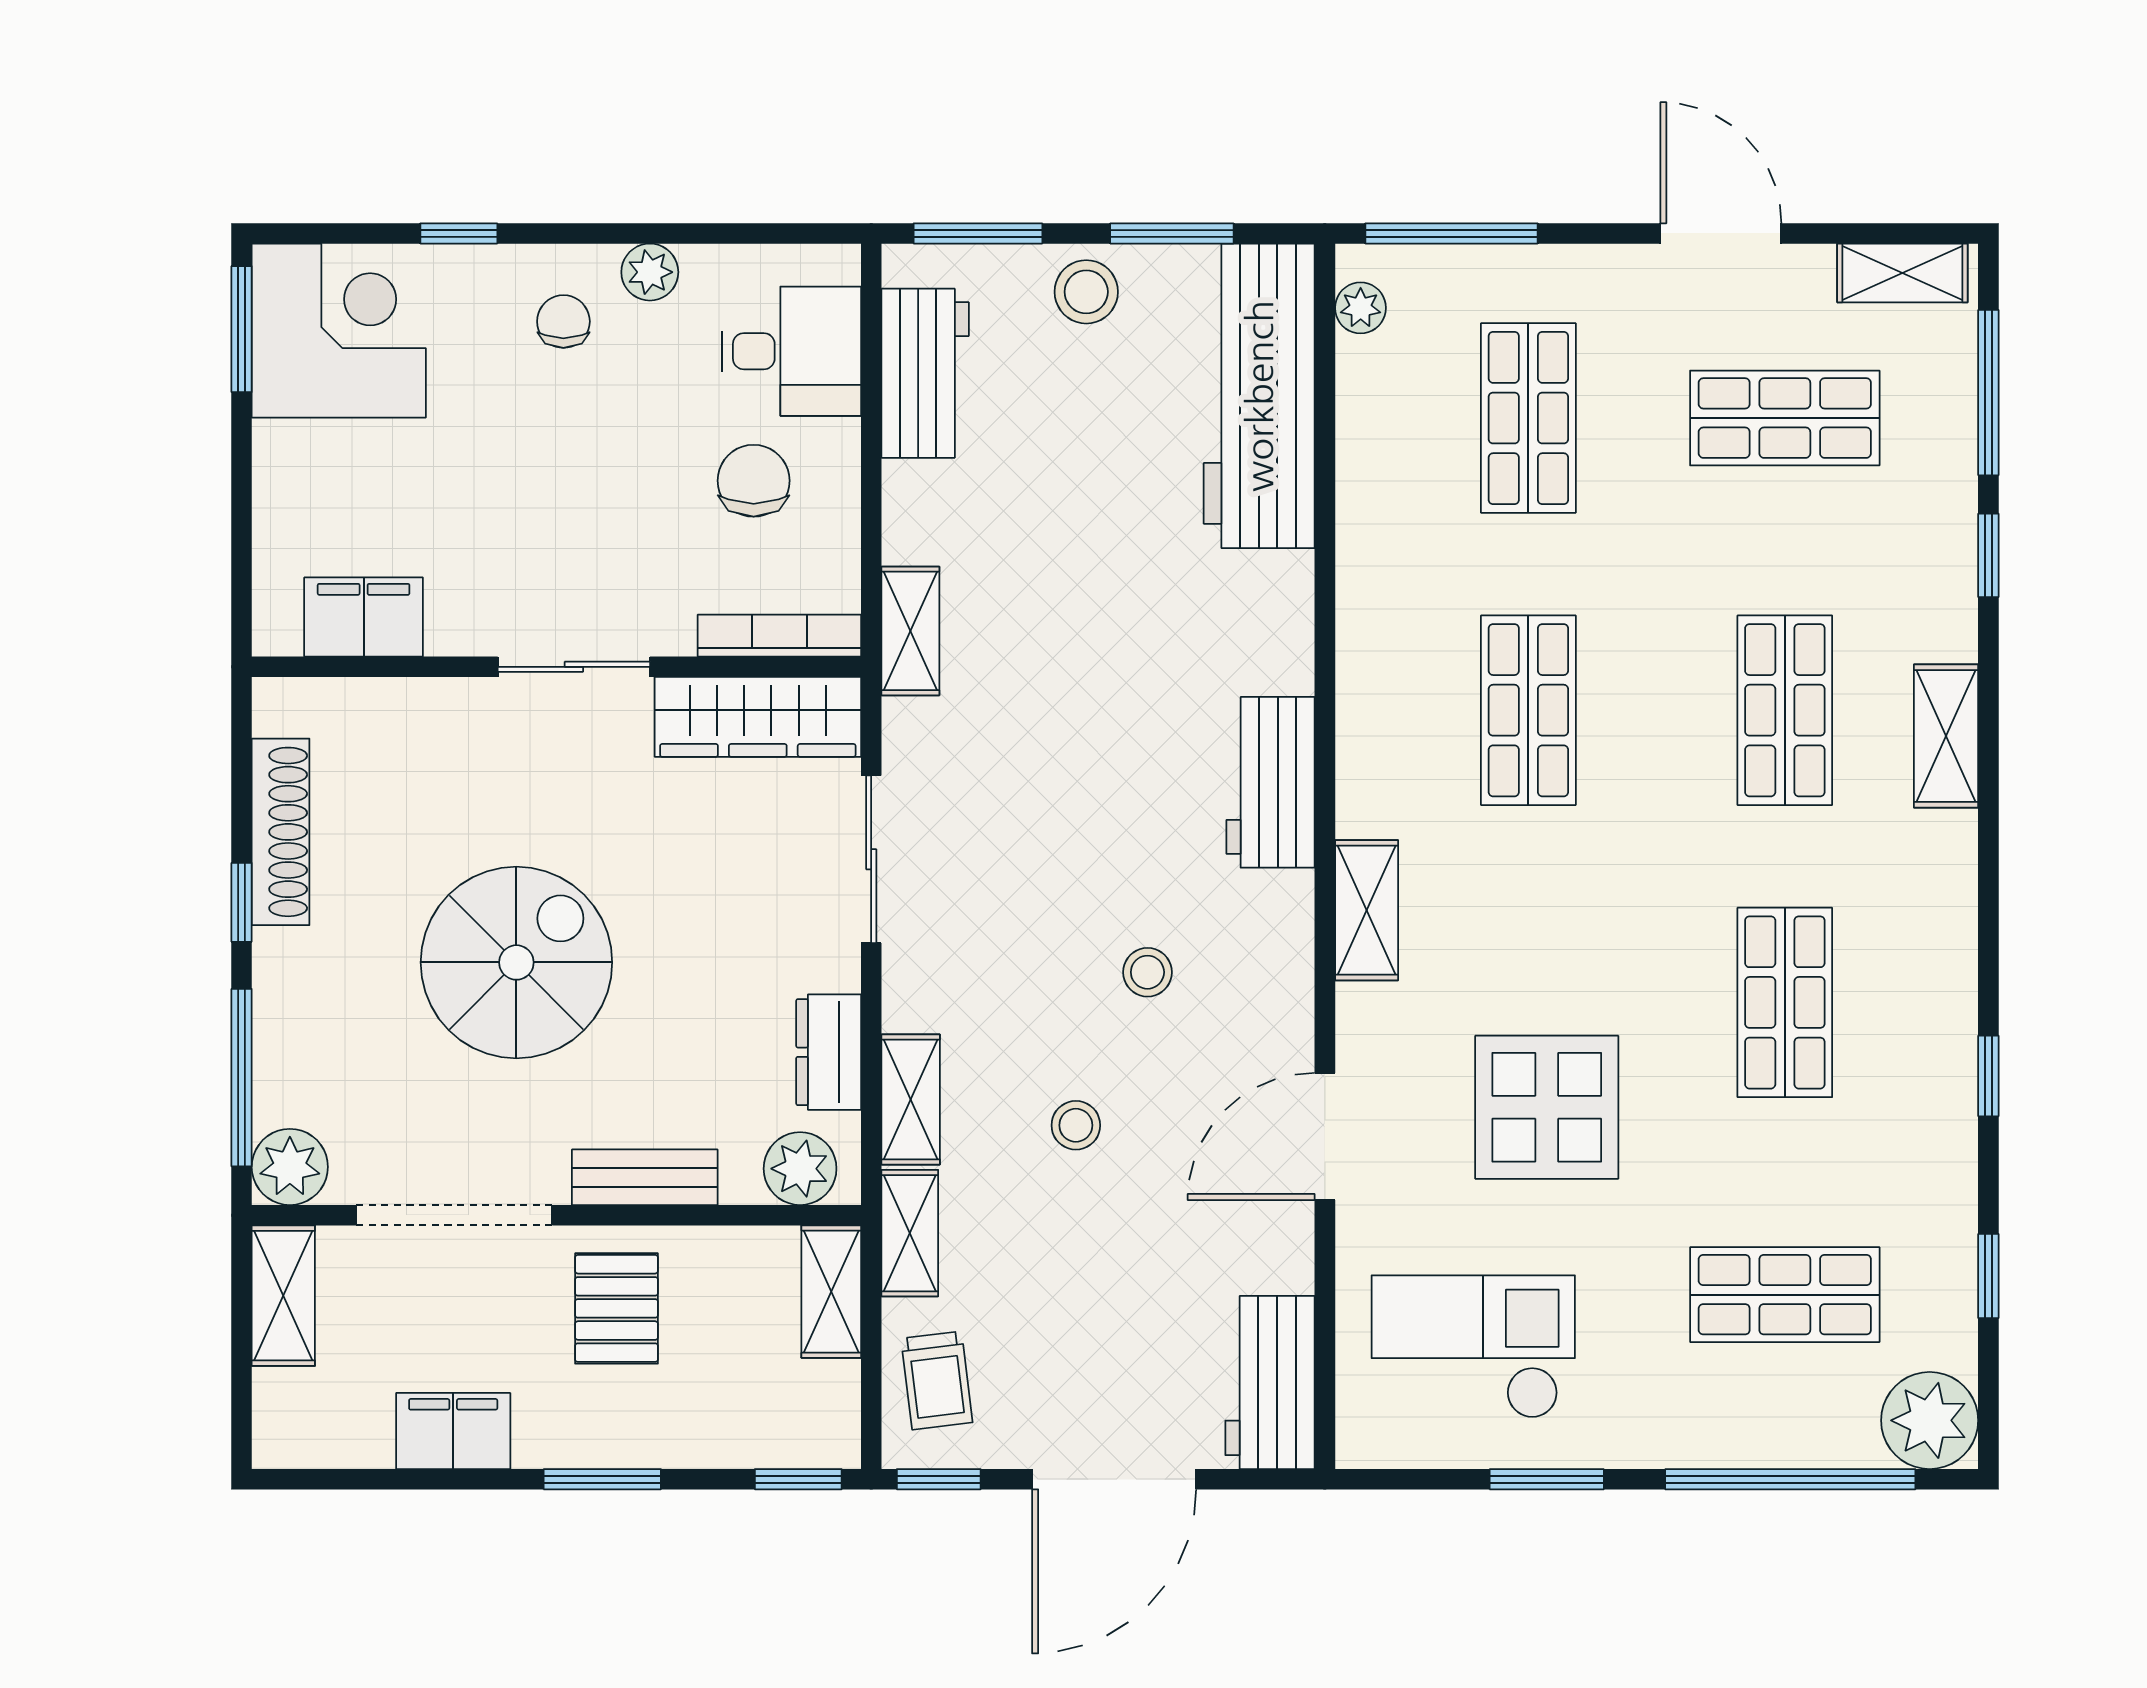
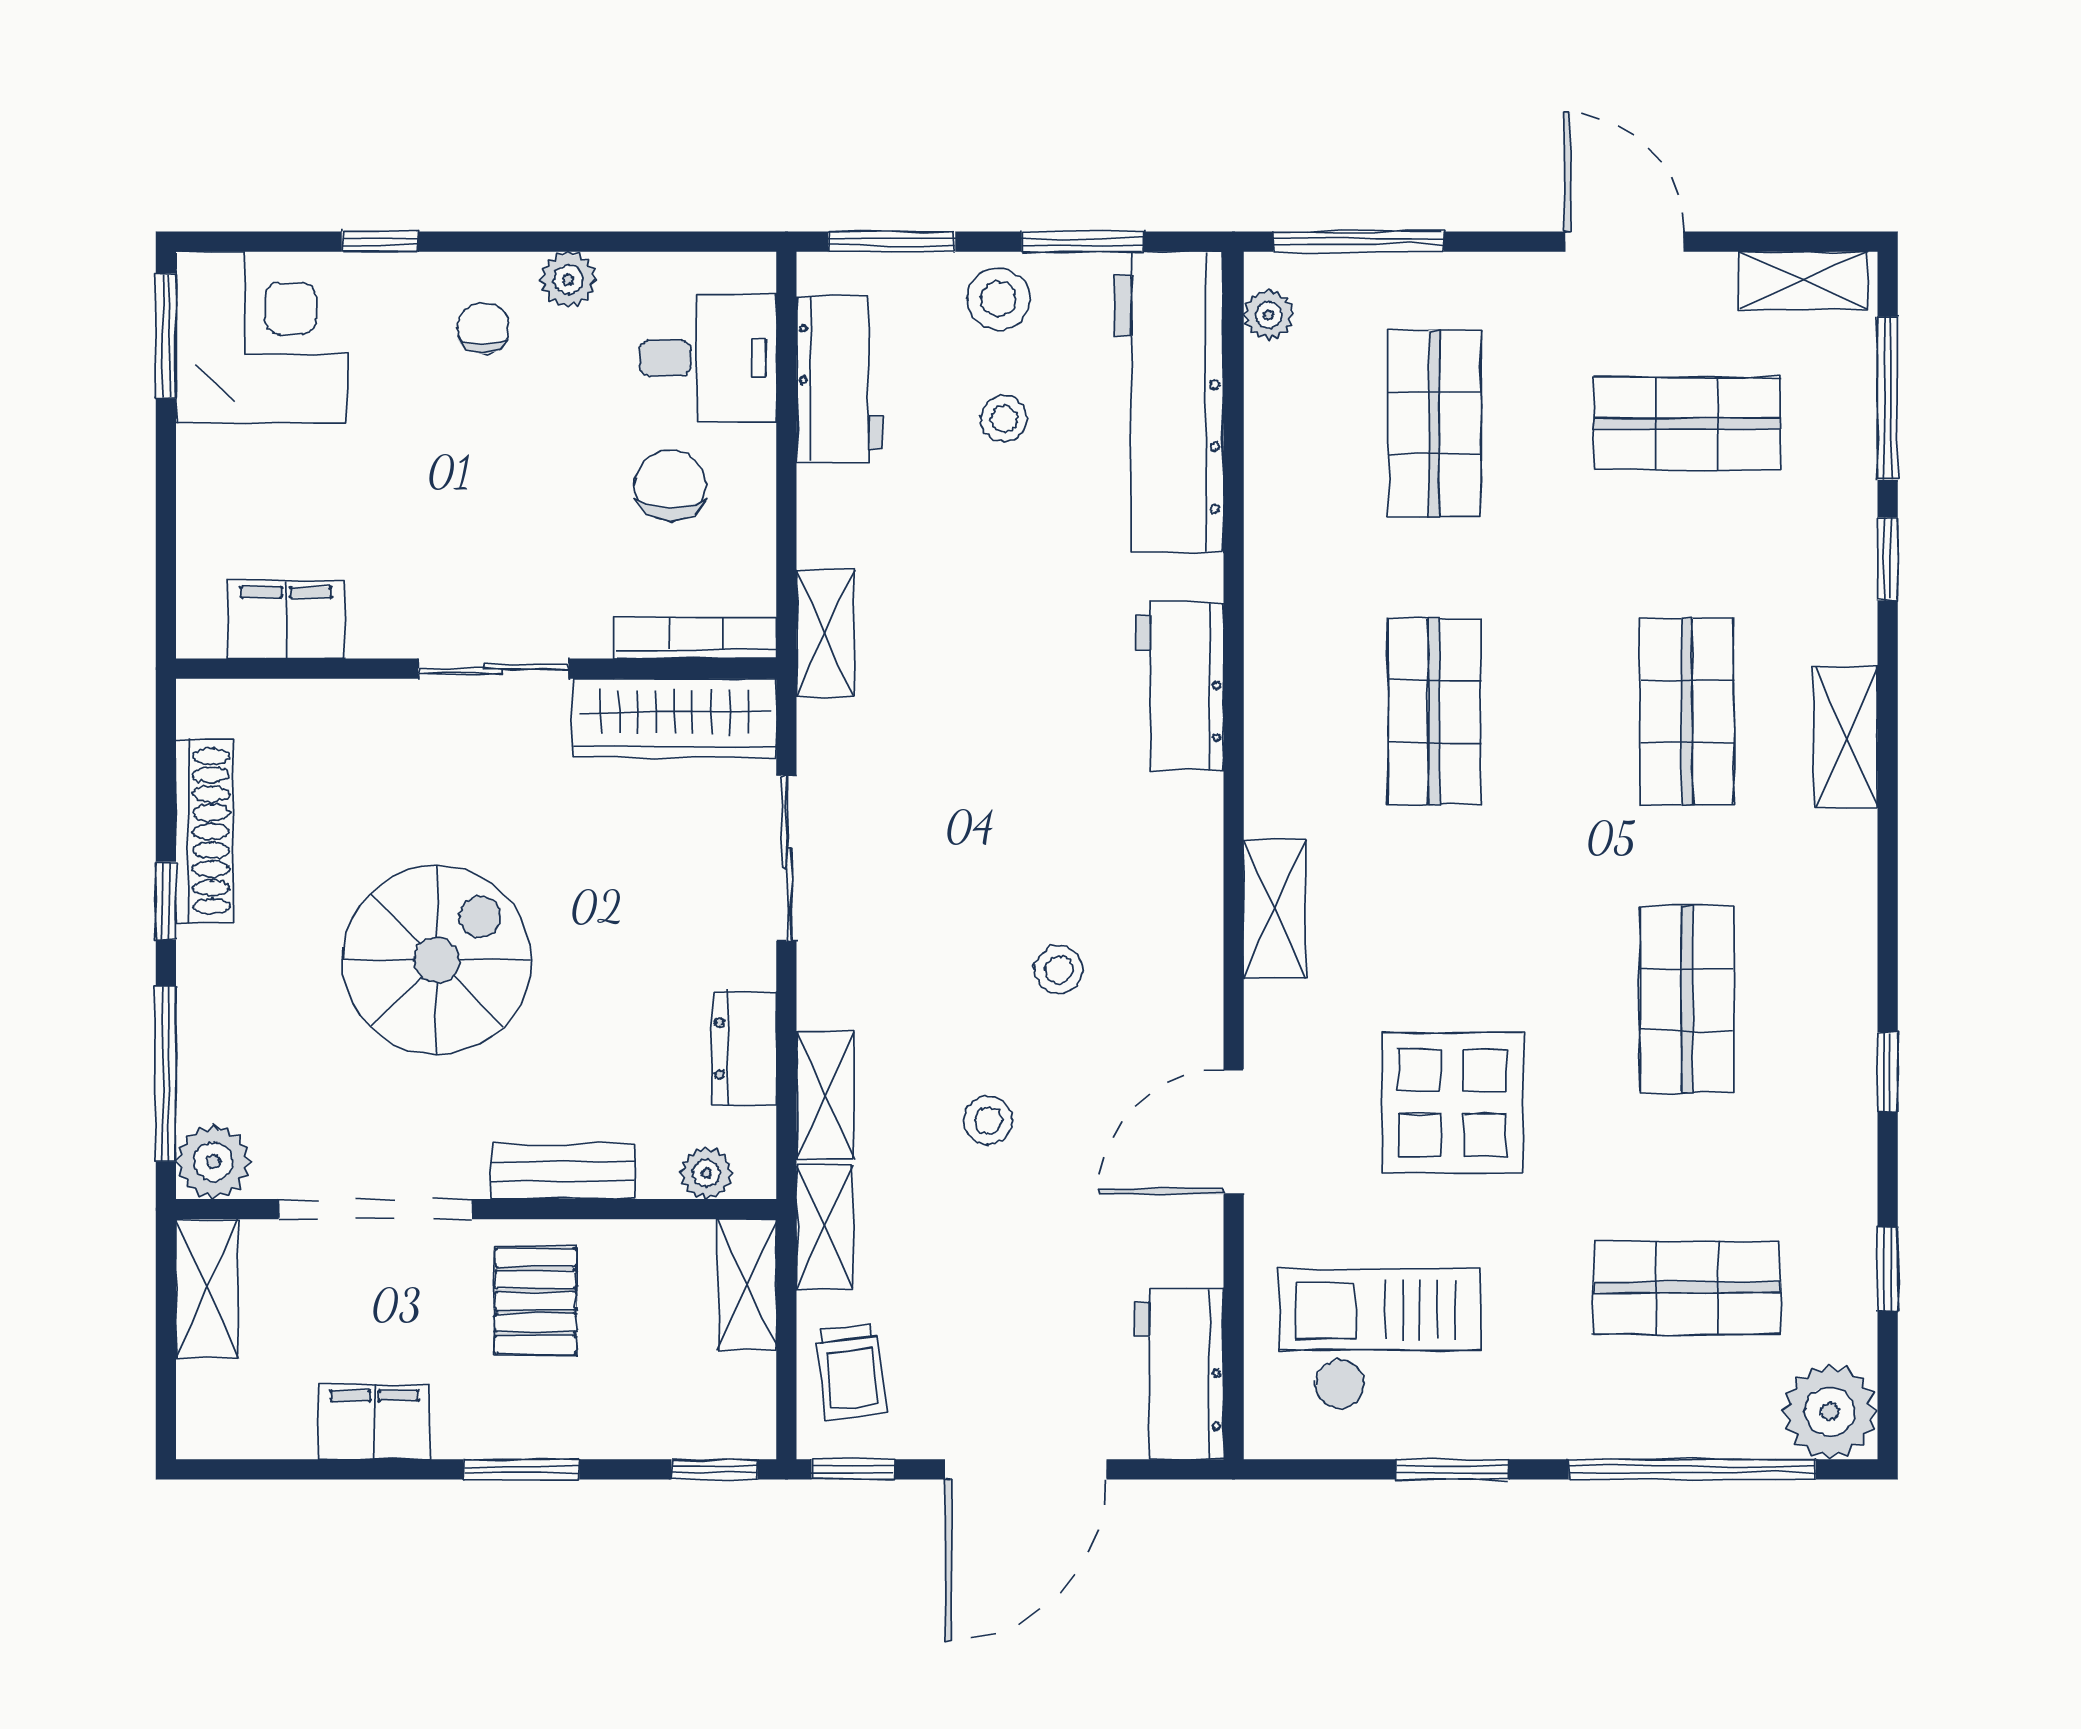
stool: (1092, 413) -> (1004, 419), added
workbench: (1271, 782) -> (1180, 686), moved
plant: (800, 1169) -> (706, 1173), width x0.73, depth x0.73

